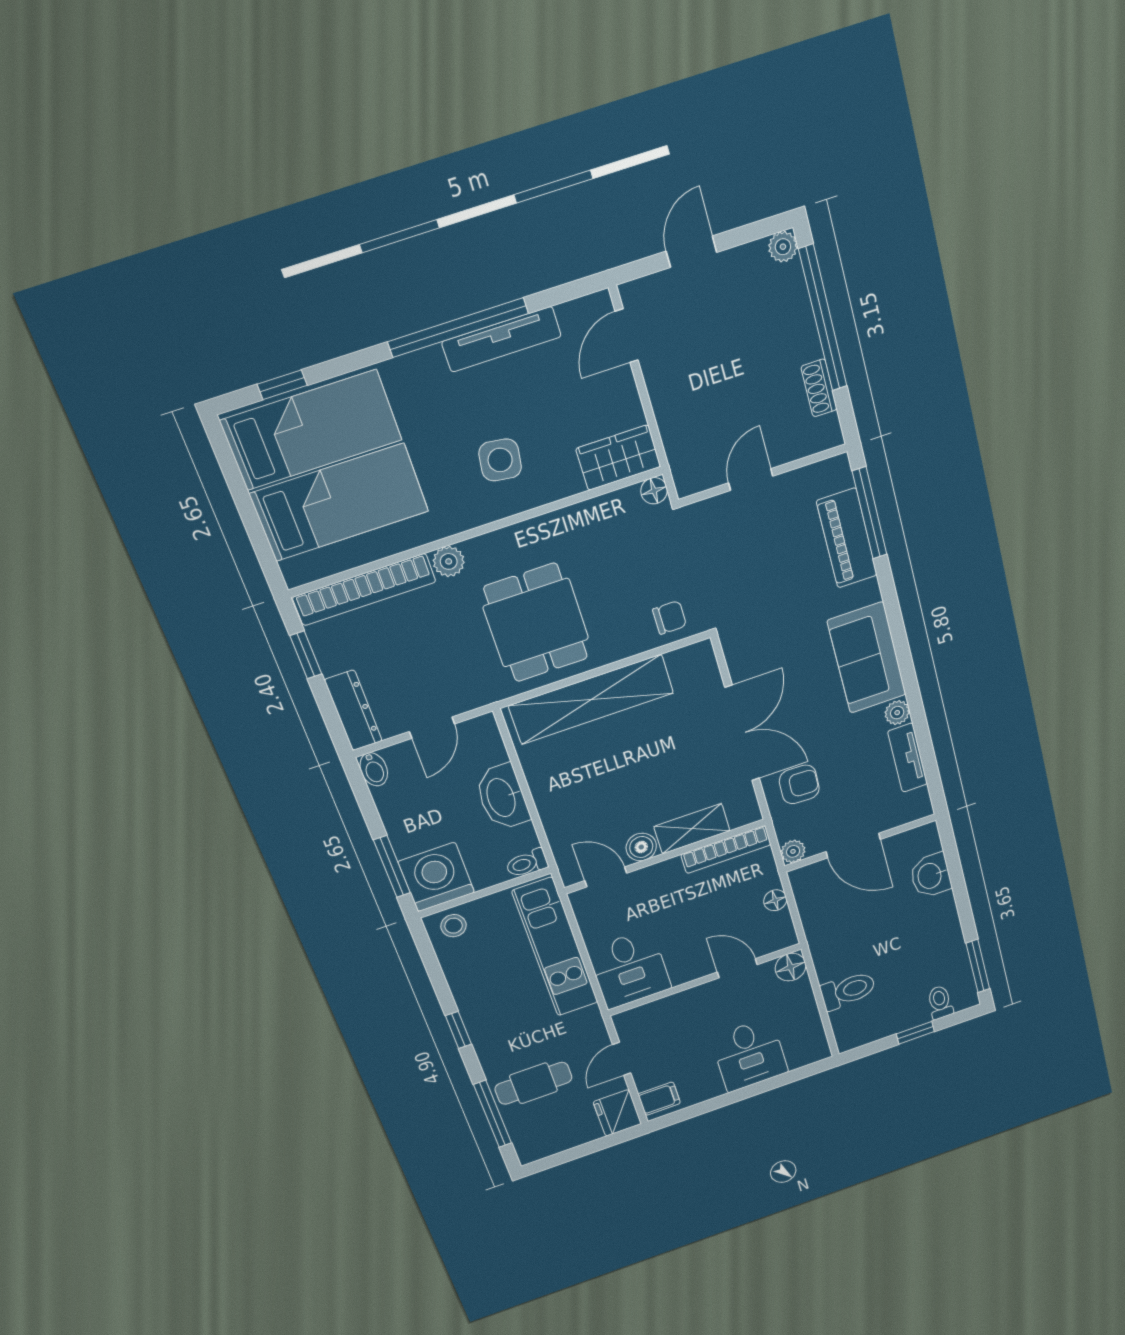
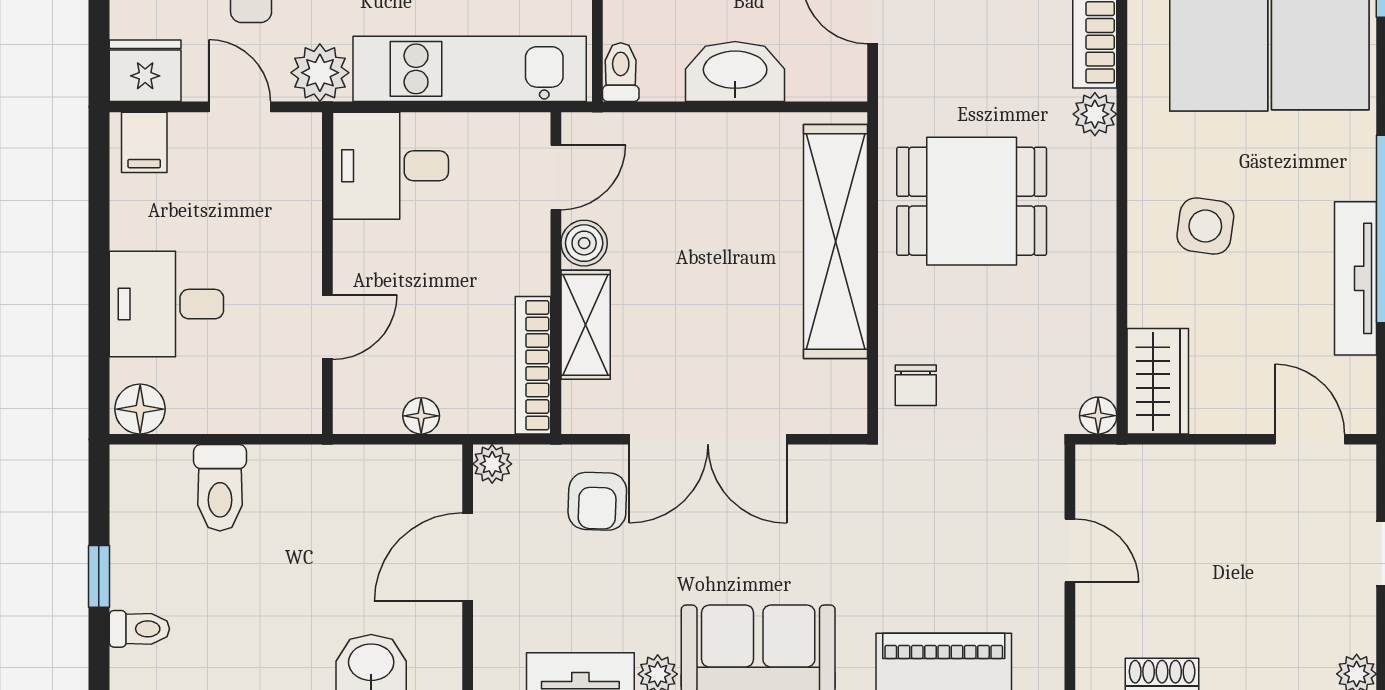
floor lamp: (791, 967) -> (140, 409), moved
plant: (587, 1025) -> (320, 73), added

